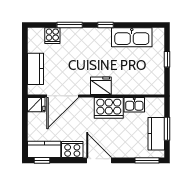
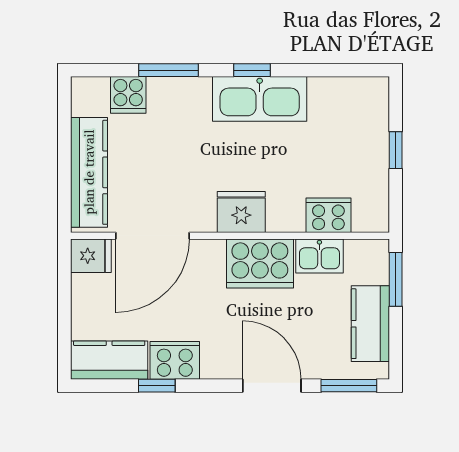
kitchen sink: (132, 37) -> (260, 99), moved
kitchen counter: (35, 69) -> (89, 172), width x1.50
cooker: (138, 87) -> (328, 215), added
window: (167, 129) -> (396, 279), moved
window: (42, 160) -> (157, 386), moved
door: (99, 160) -> (272, 386), moved

